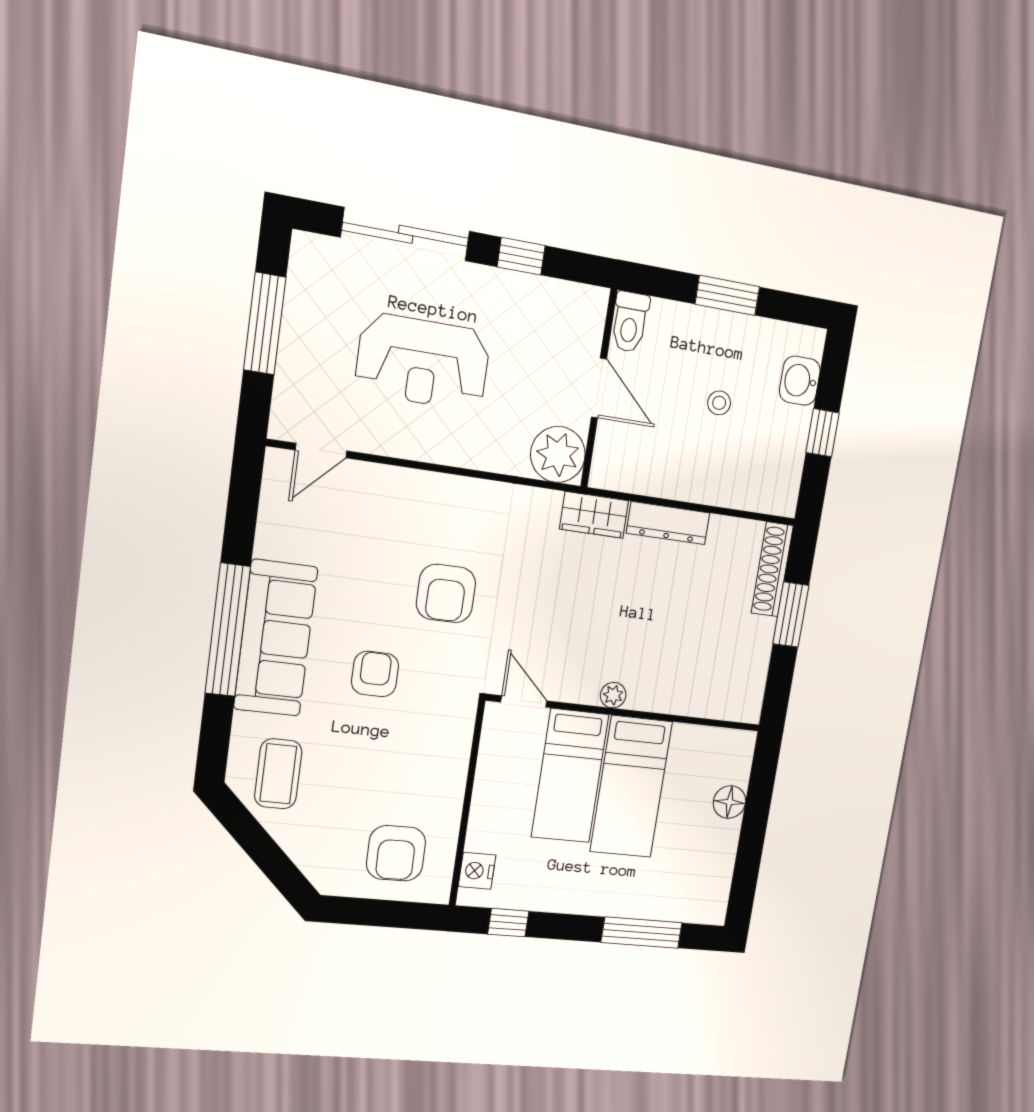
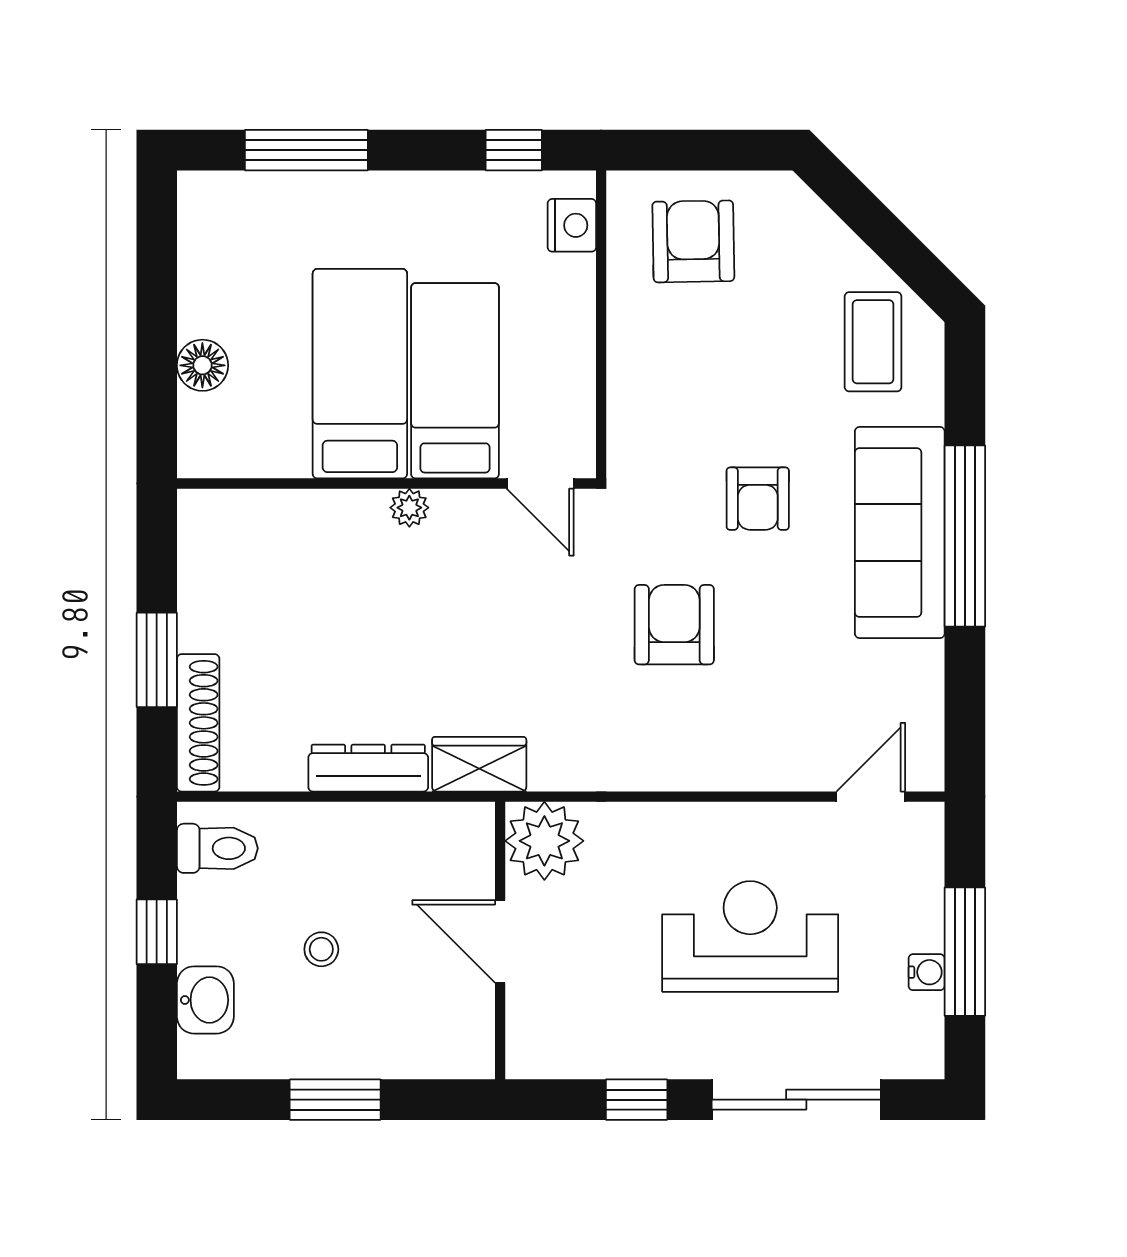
water cooler: (296, 313) -> (927, 972), added
toilet: (630, 322) -> (217, 848), moved, turned 90

